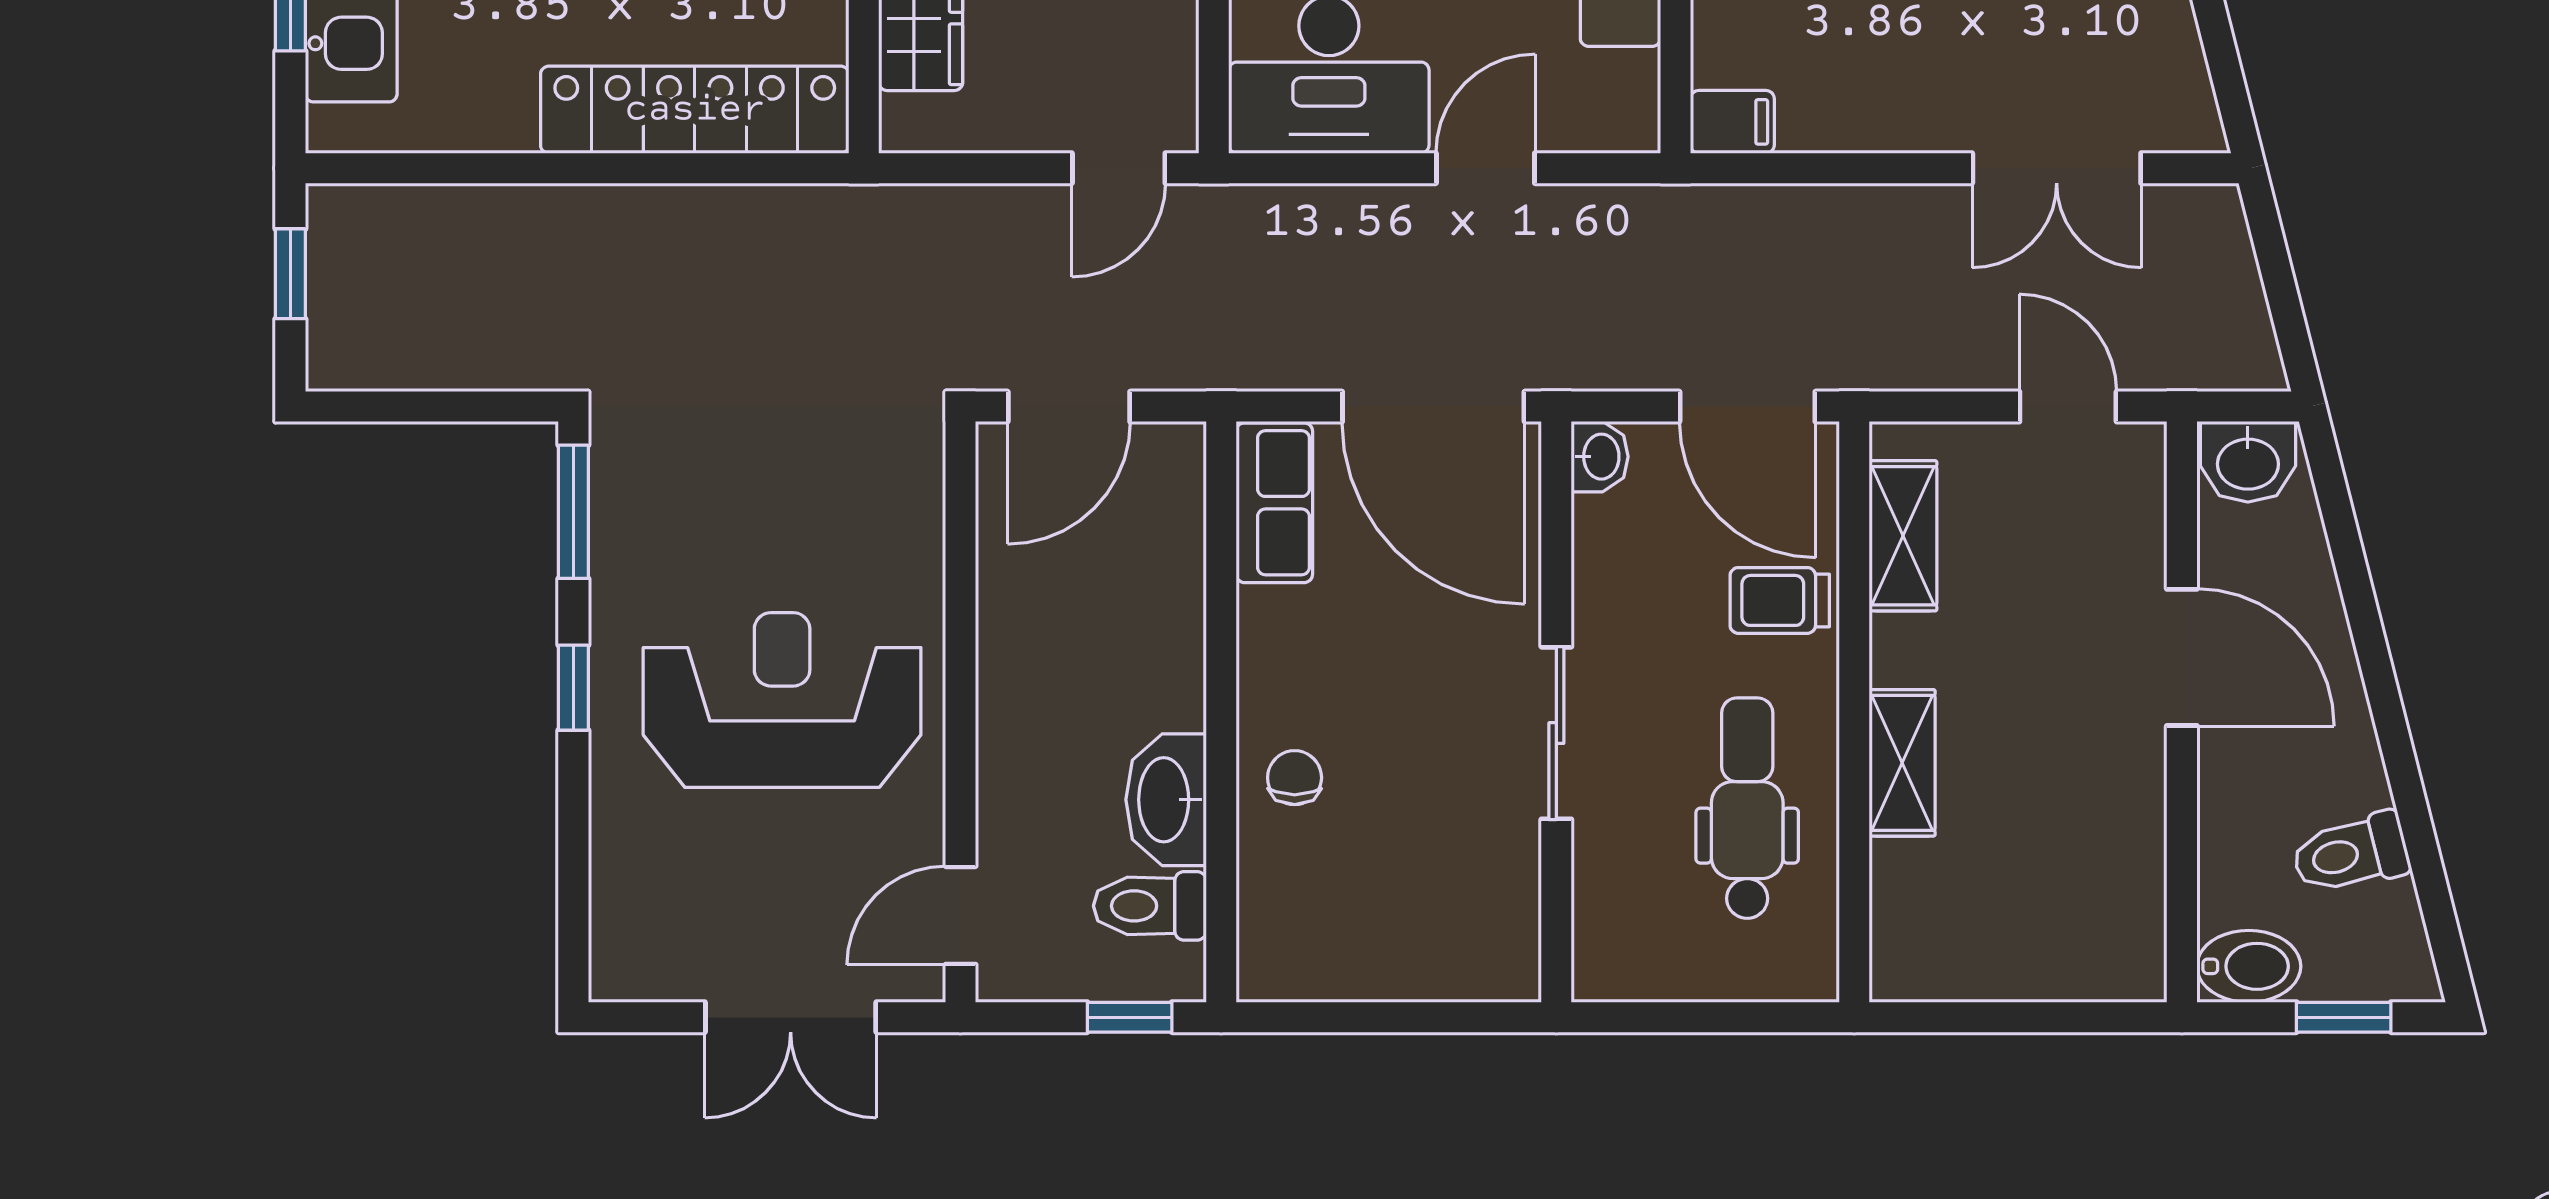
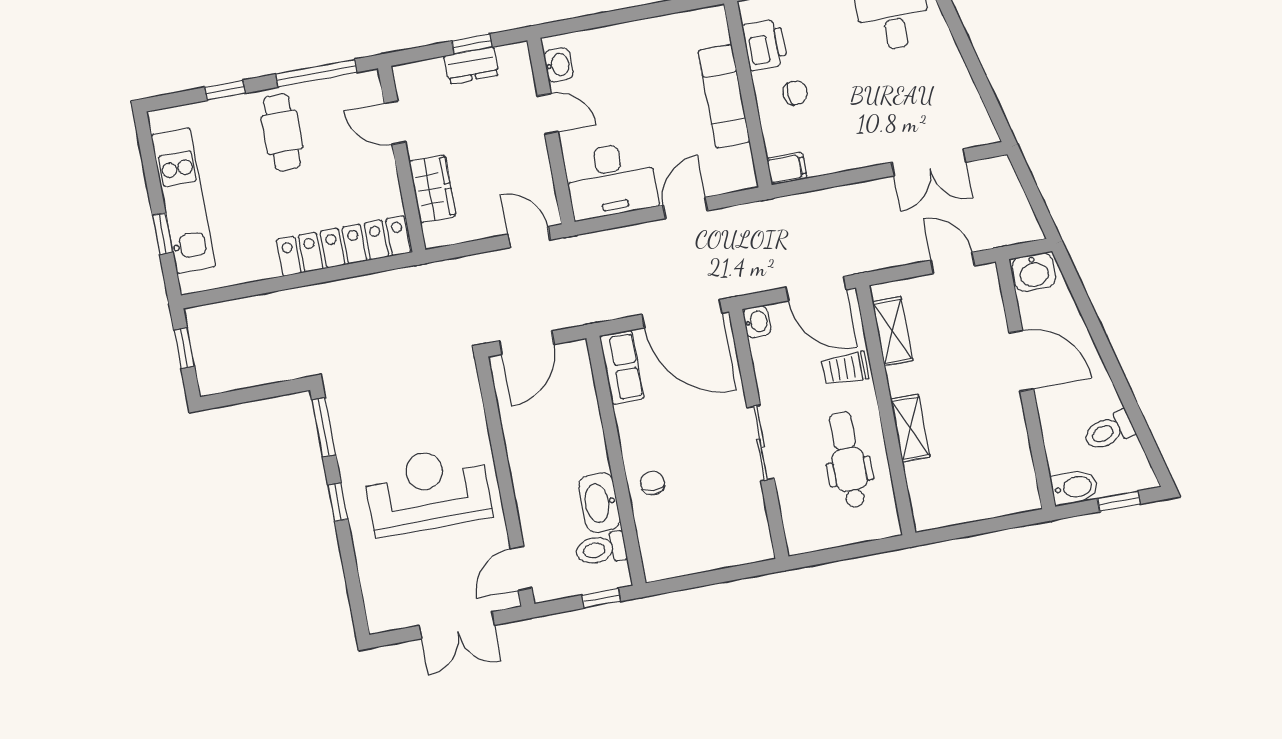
door: (1119, 168) -> (529, 237), swing flipped

